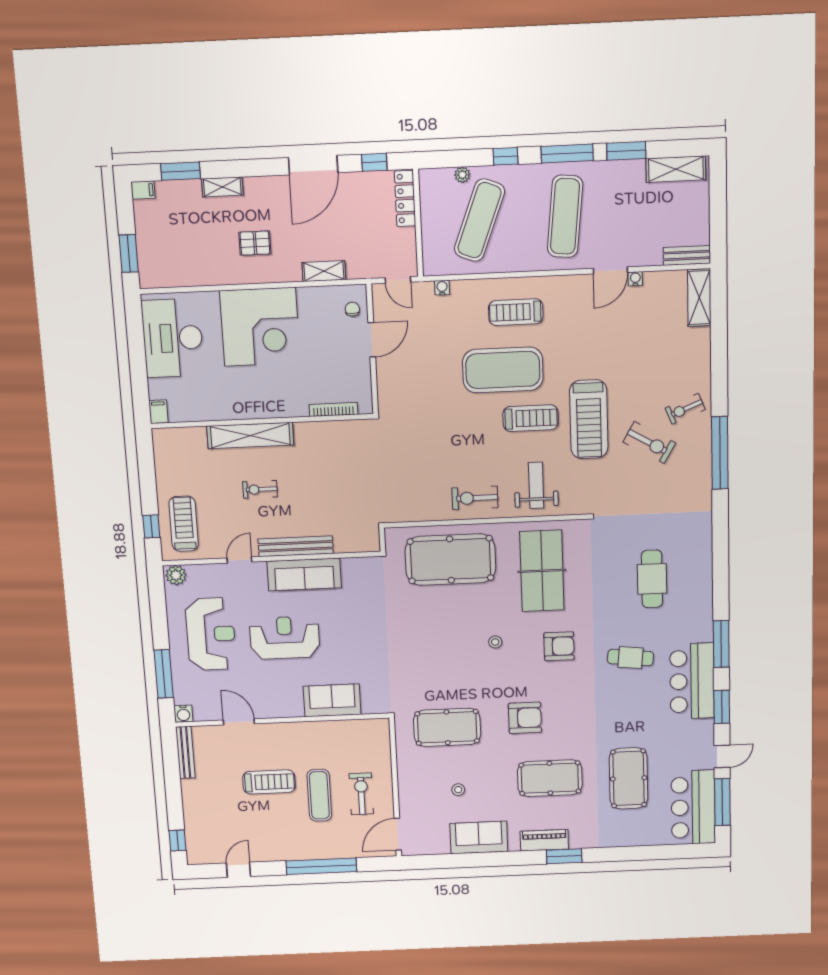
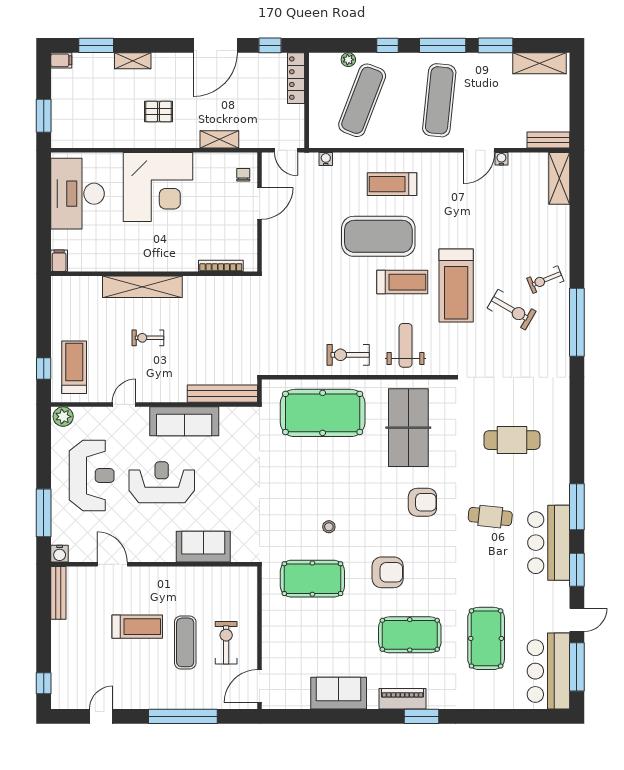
bench: (296, 546) -> (222, 394), moved
cafe table: (652, 579) -> (512, 440), turned 90
stool: (495, 642) -> (329, 527), moved
stool: (458, 790) -> (320, 643), removed

